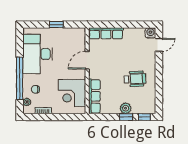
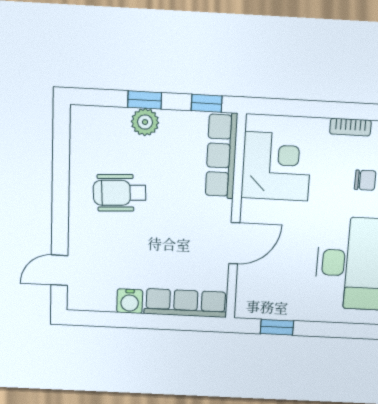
window: (56, 25) -> (277, 327), moved
water cooler: (150, 33) -> (130, 301), moved
window: (144, 117) -> (207, 103), moved

